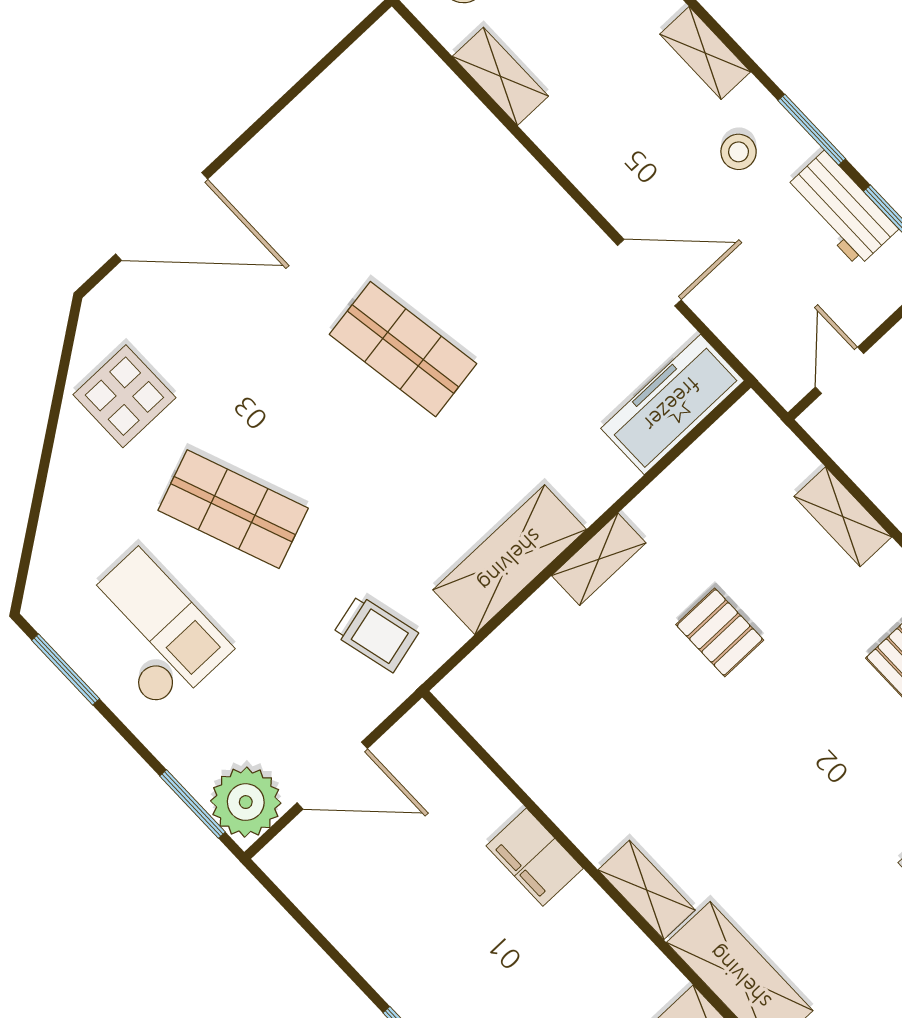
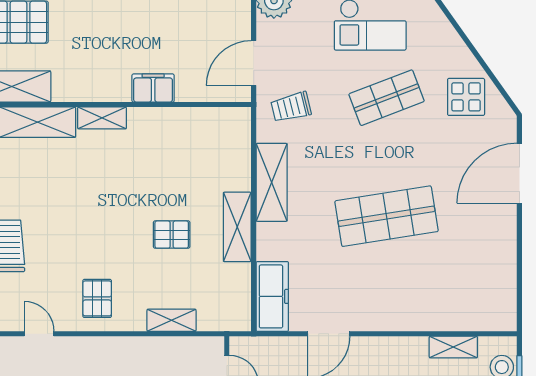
shop shelf: (403, 349) -> (387, 216), width x1.43, depth x1.36
shelving: (599, 559) -> (237, 227), width x1.50, depth x1.33
door: (332, 776) -> (254, 63), moved

